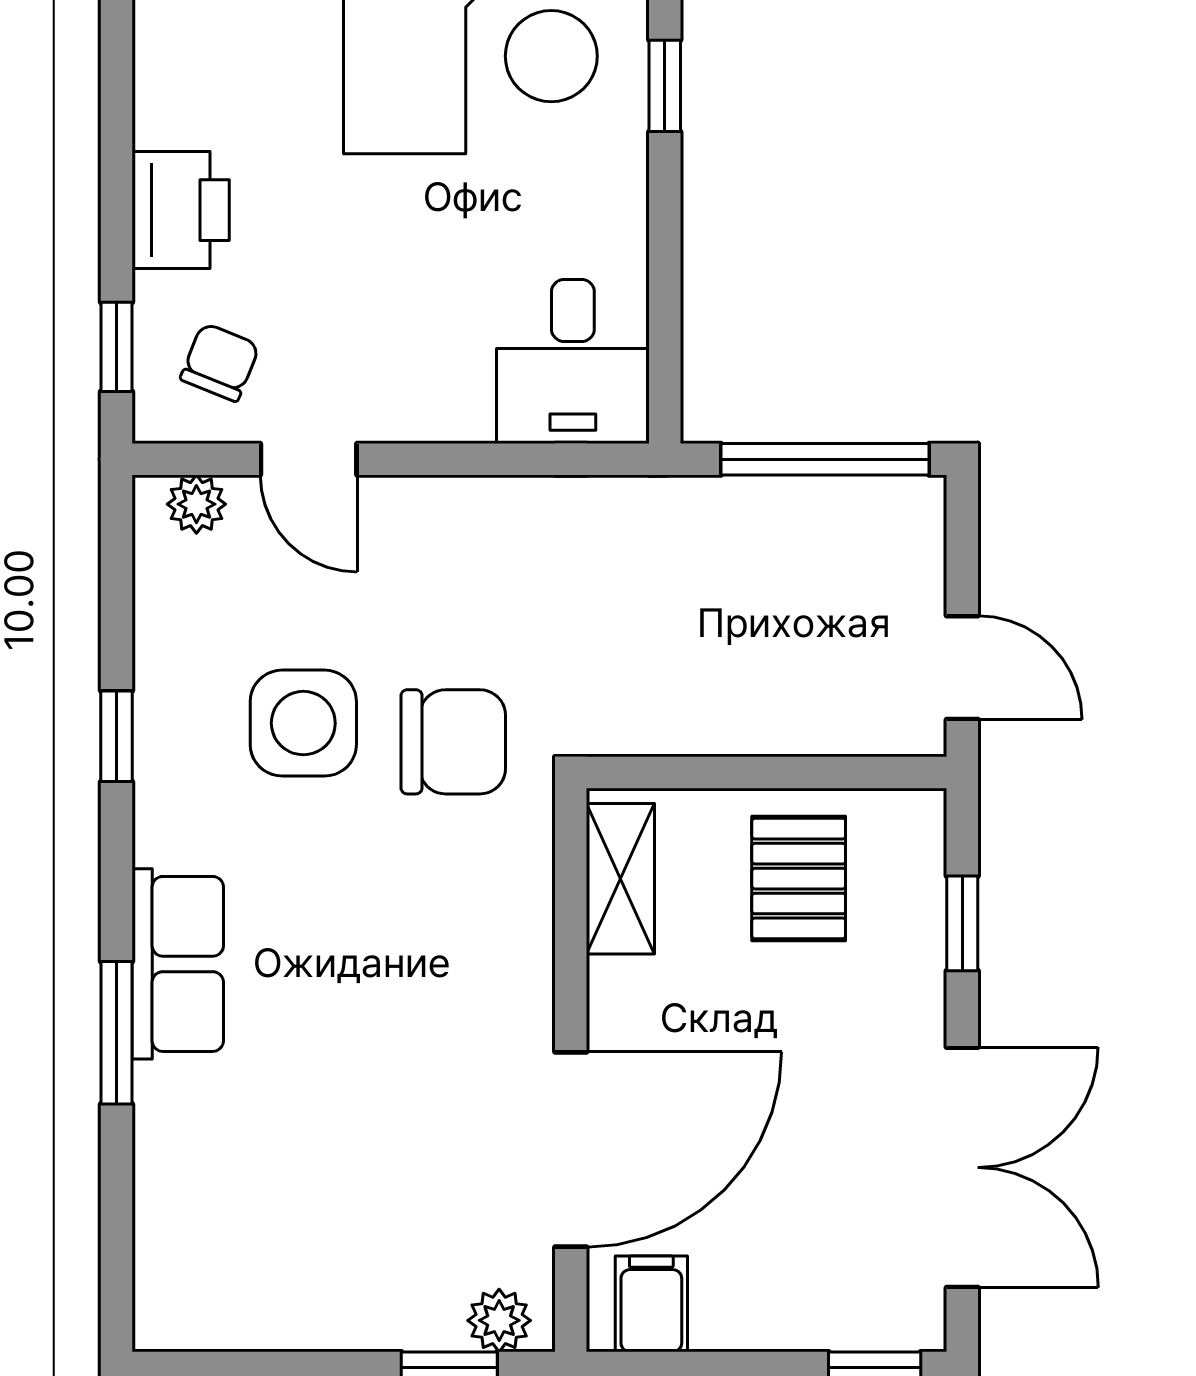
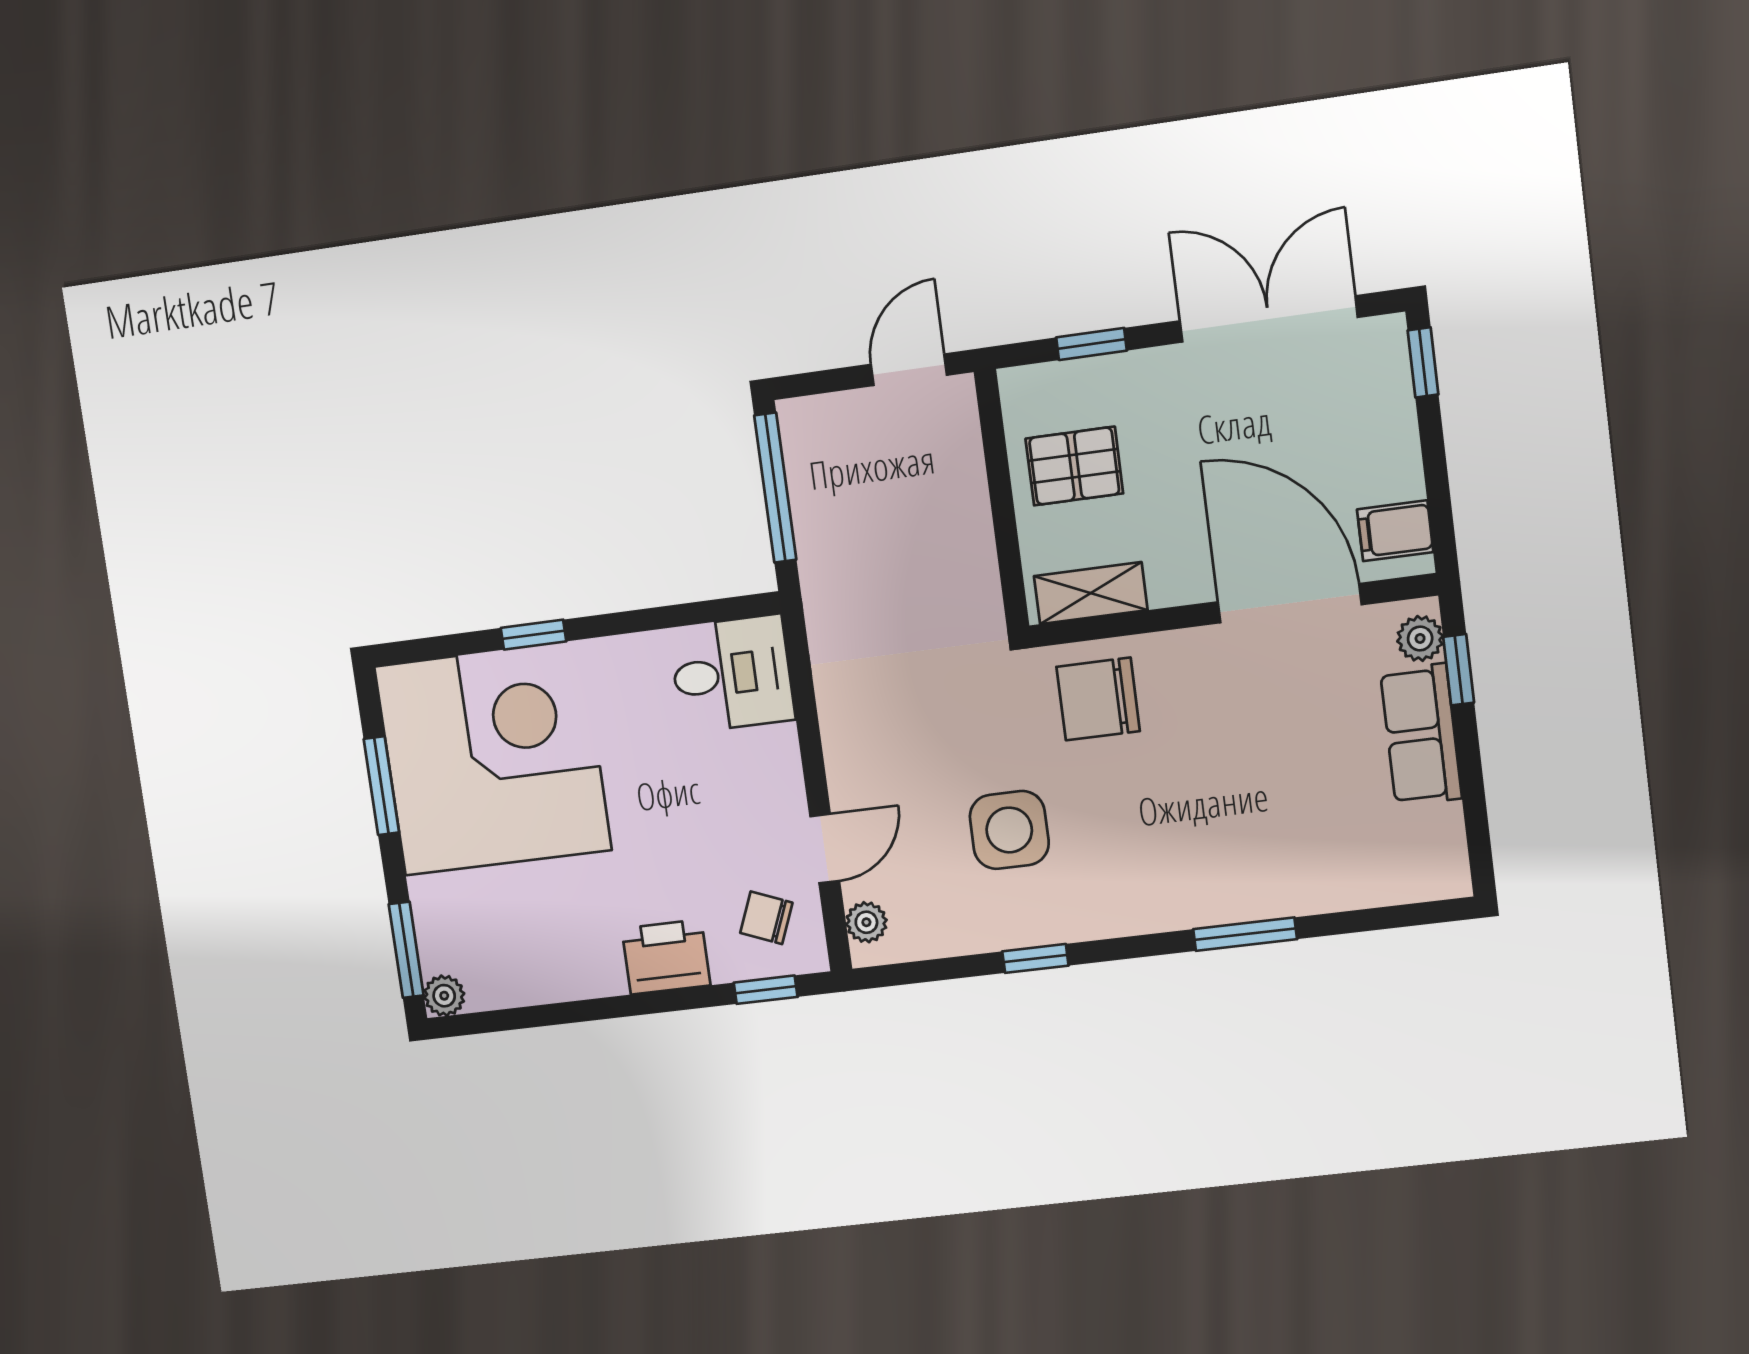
chair: (453, 742) -> (1098, 699), moved, turned -90
row of seats: (178, 964) -> (1421, 735), moved, turned -90

